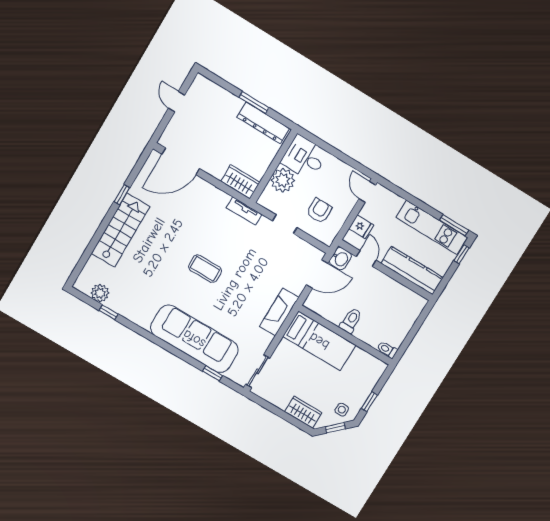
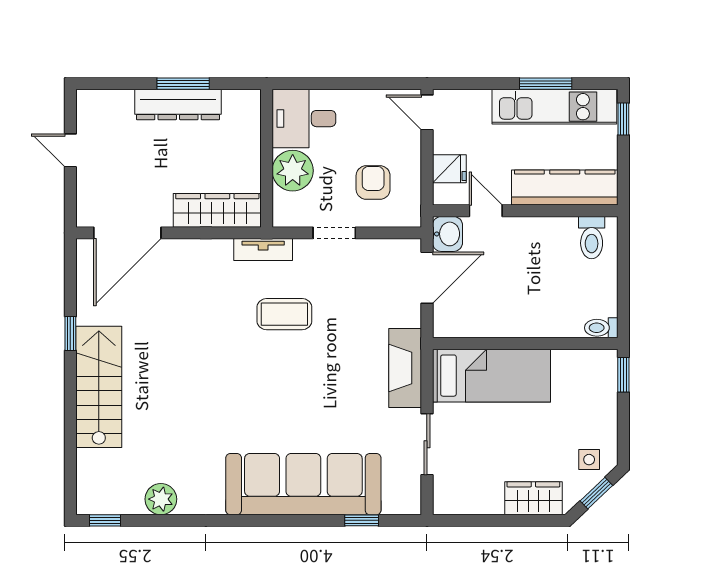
dresser: (263, 123) -> (178, 105), moved
wardrobe: (240, 182) -> (217, 210), width x1.50
window: (454, 225) -> (546, 84), moved
coffee table: (205, 269) -> (284, 314), moved
plant: (100, 293) -> (161, 499), moved
window: (109, 312) -> (105, 520), moved
toilet: (351, 321) -> (592, 238), moved, turned 180
sliding door: (258, 371) -> (427, 444), moved
window: (369, 402) -> (623, 375), moved

